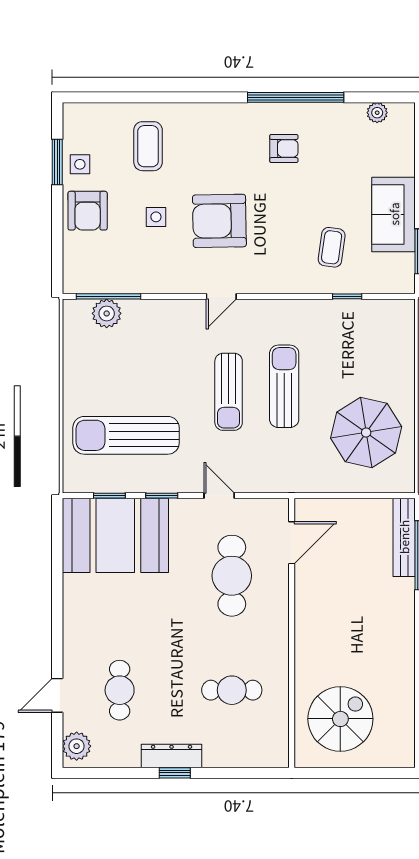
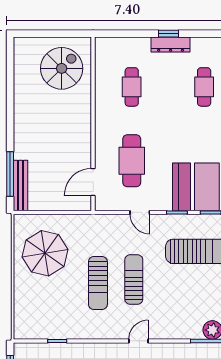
cafe table: (232, 690) -> (132, 87), turned 90
spiral stairs: (340, 719) -> (62, 68), turned 180

